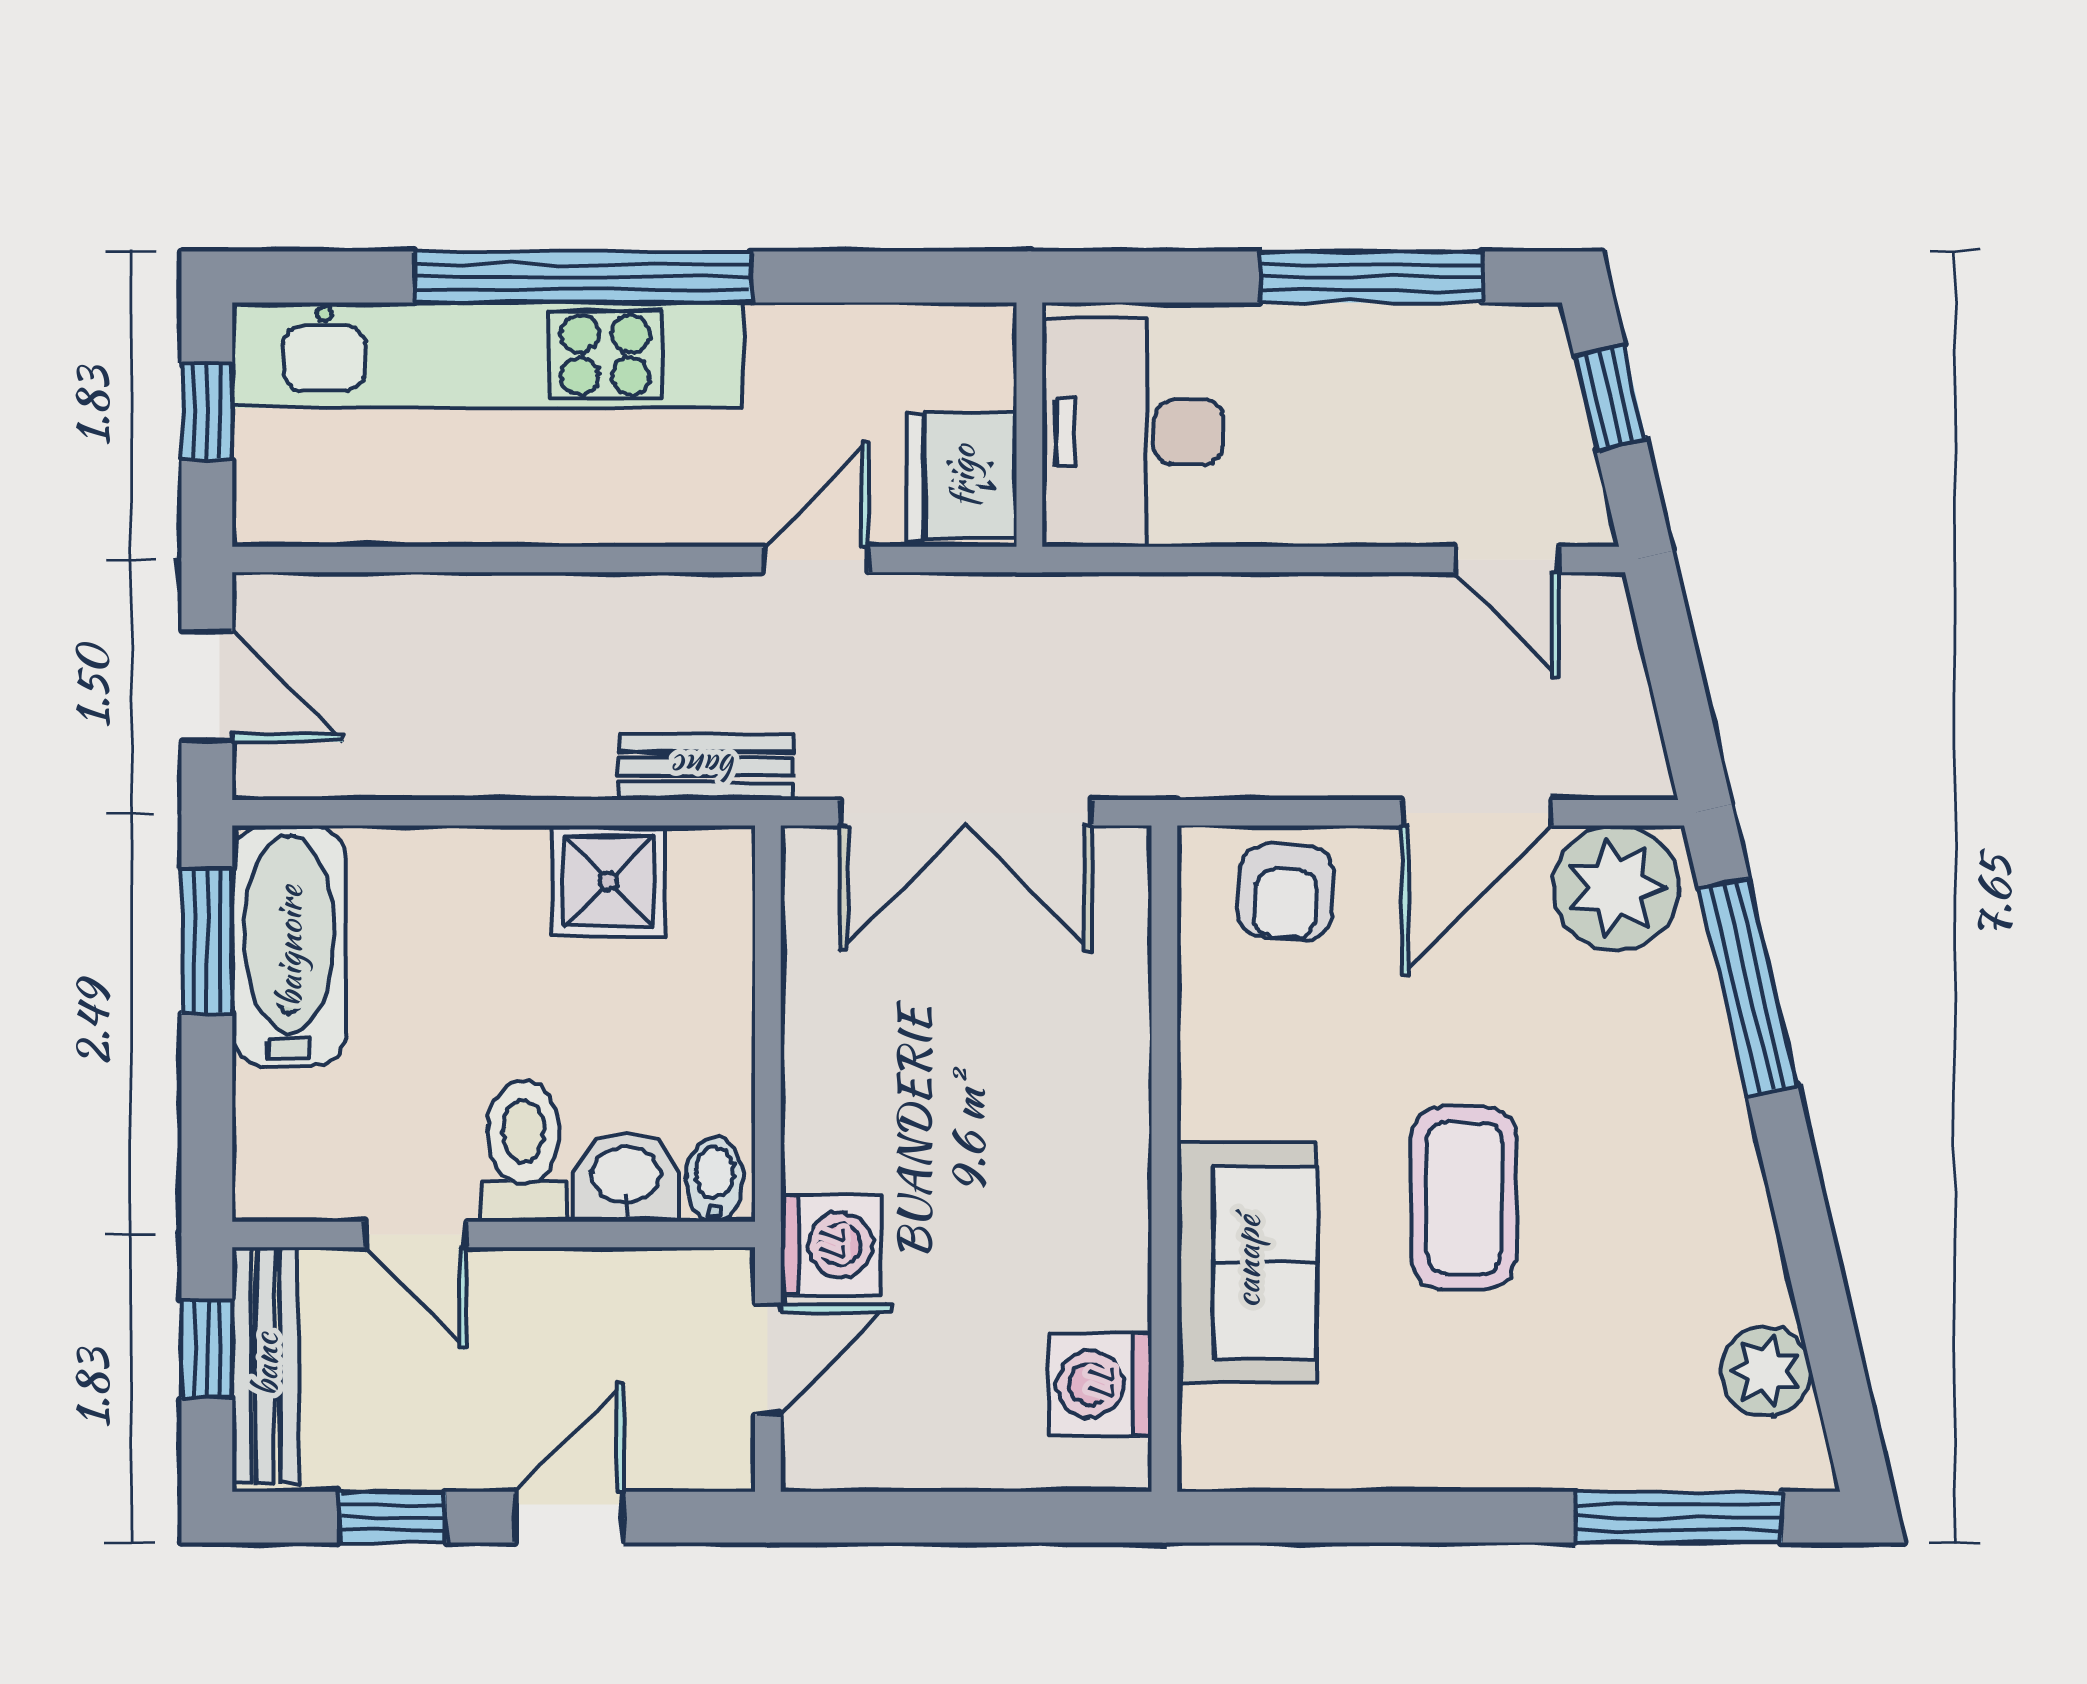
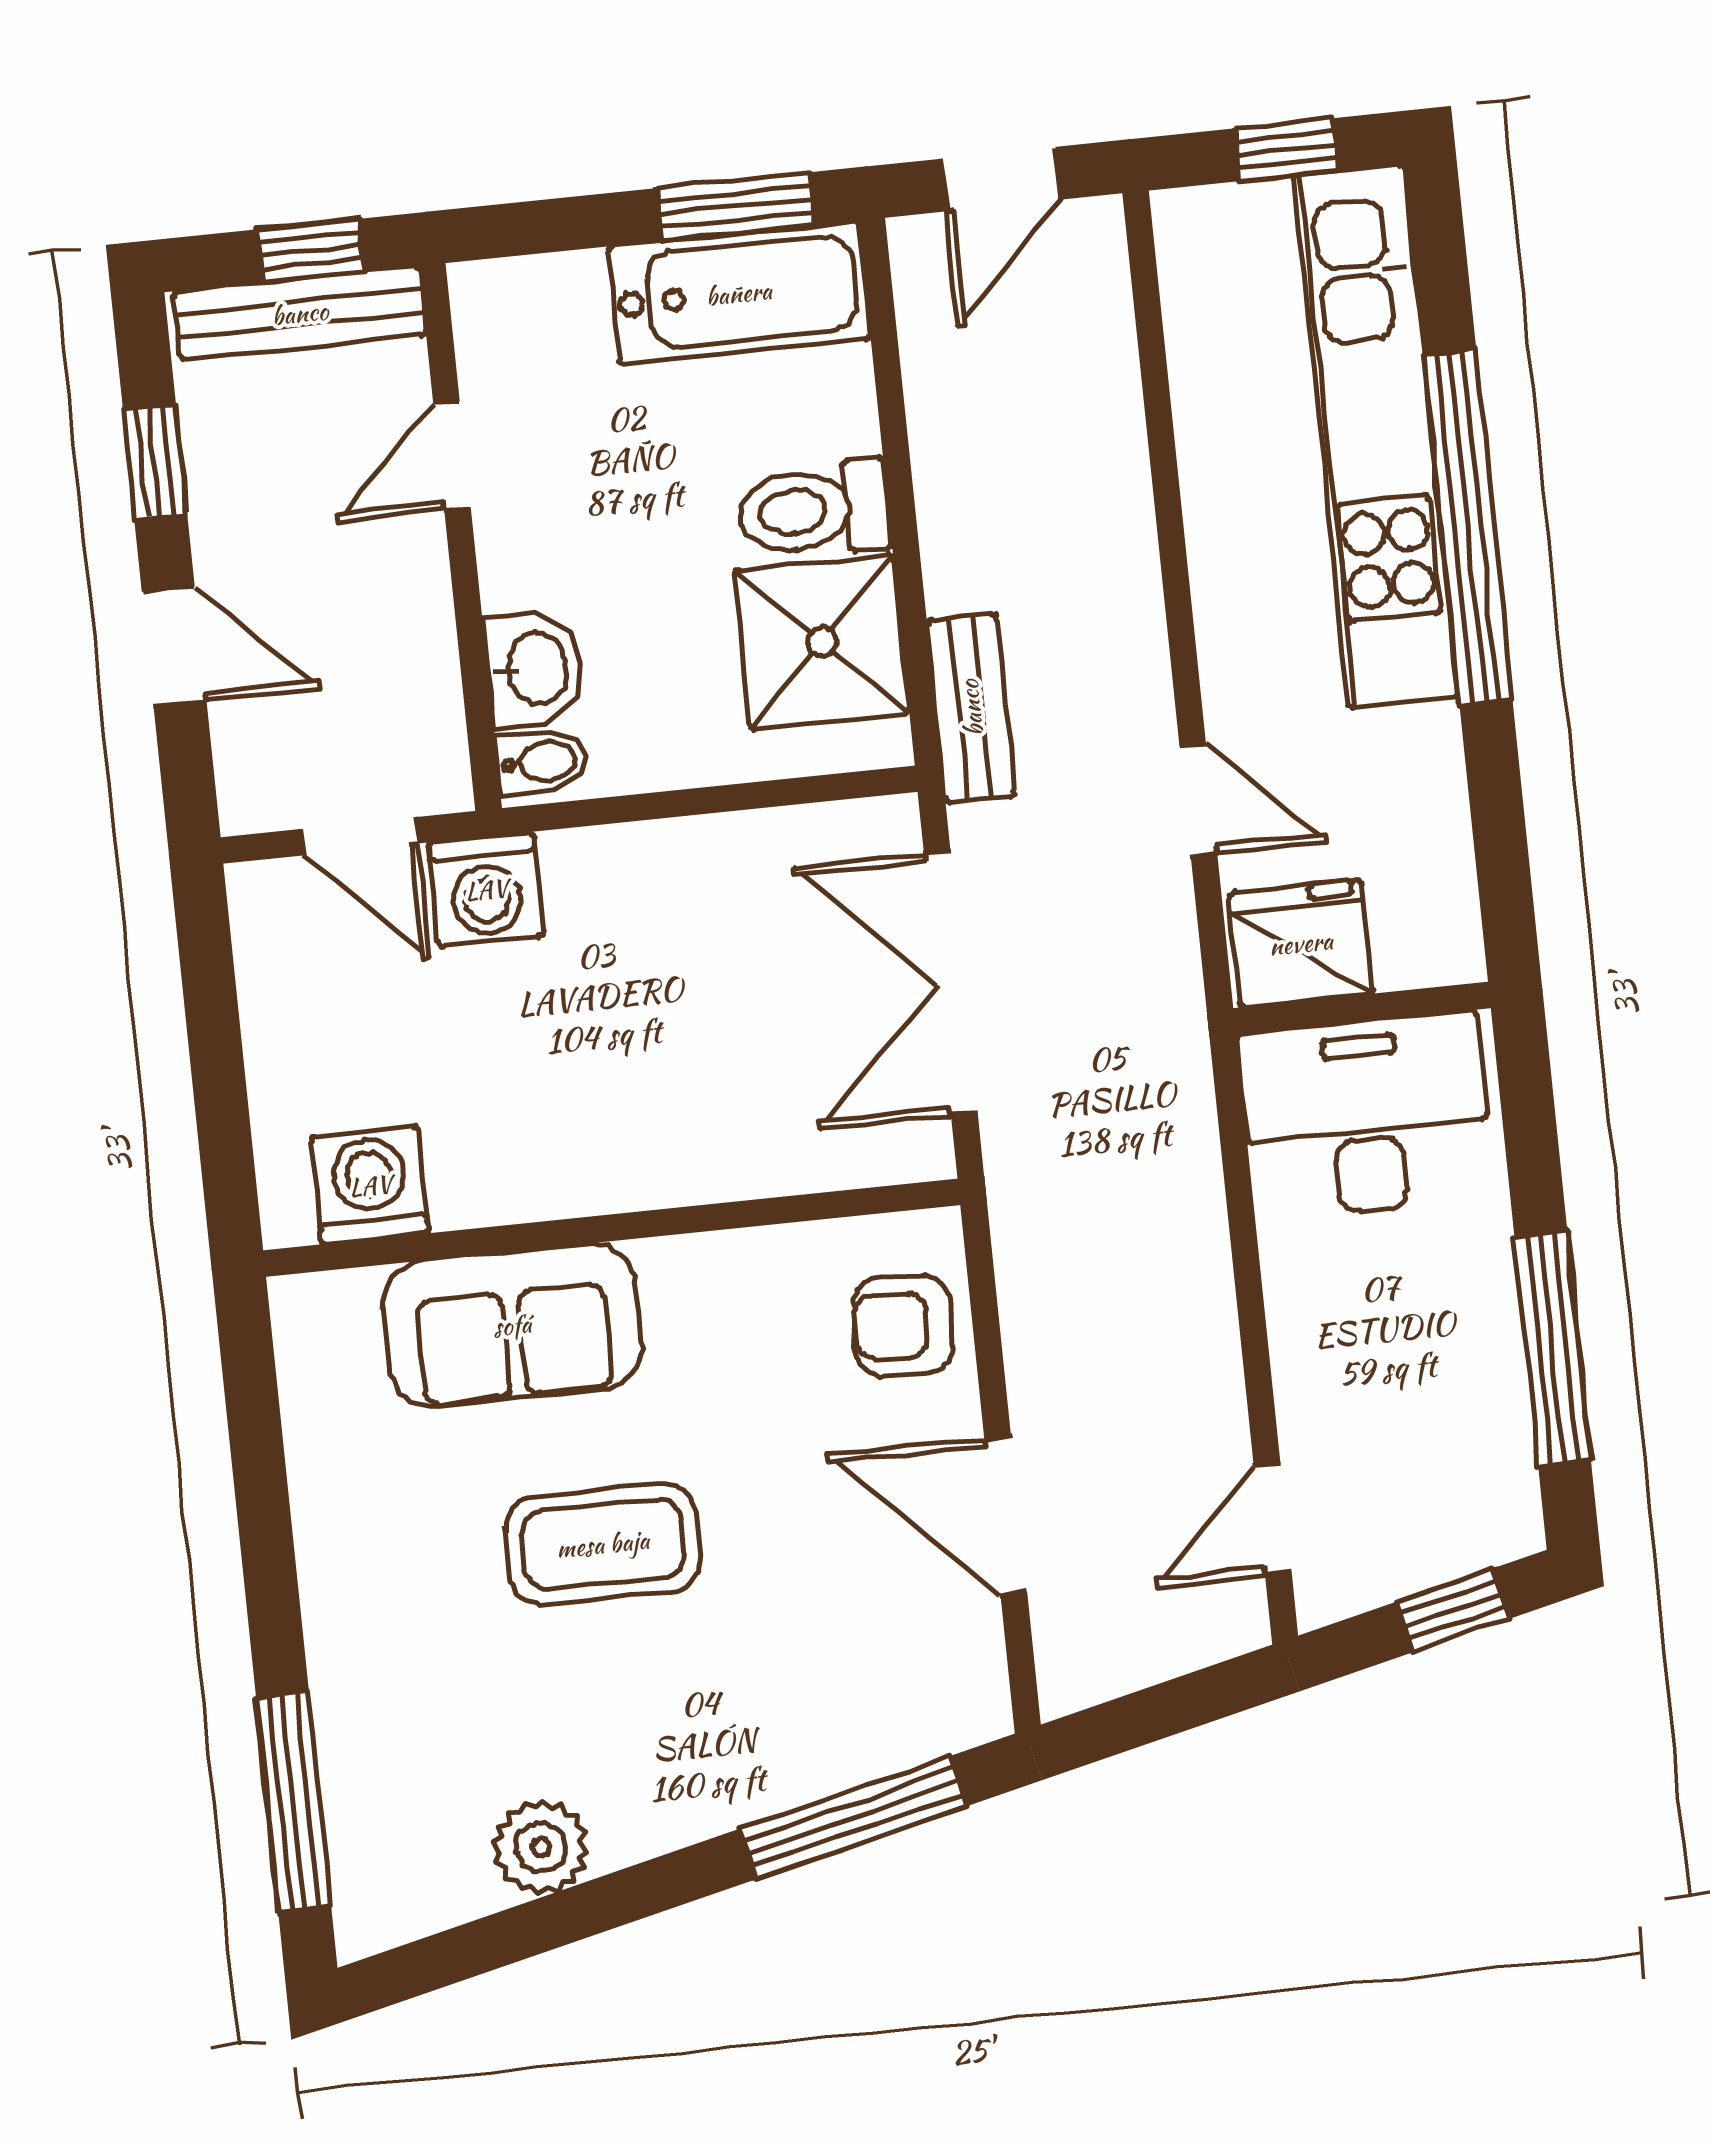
shower: (609, 881) -> (822, 642), width x1.36, depth x1.36
plant: (1616, 888) -> (942, 1669), removed
toilet: (523, 1151) -> (814, 510), moved, turned 180
plant: (1766, 1371) -> (541, 1847), moved

